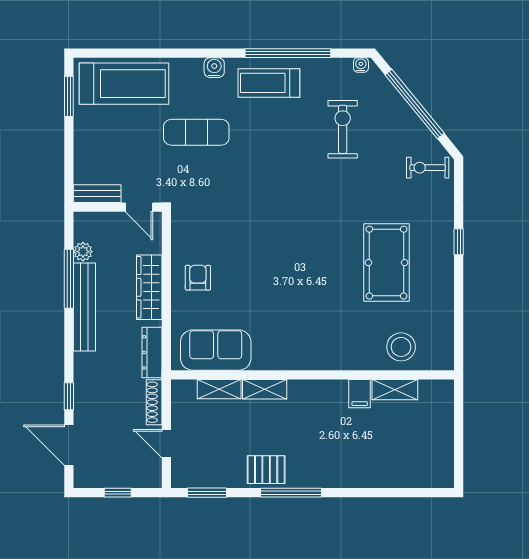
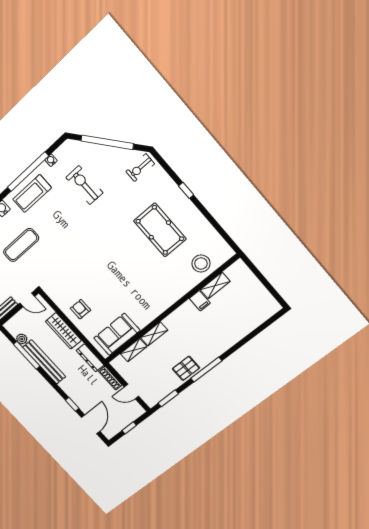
water cooler: (361, 65) -> (51, 160), moved
door: (69, 445) -> (91, 424), swing flipped

